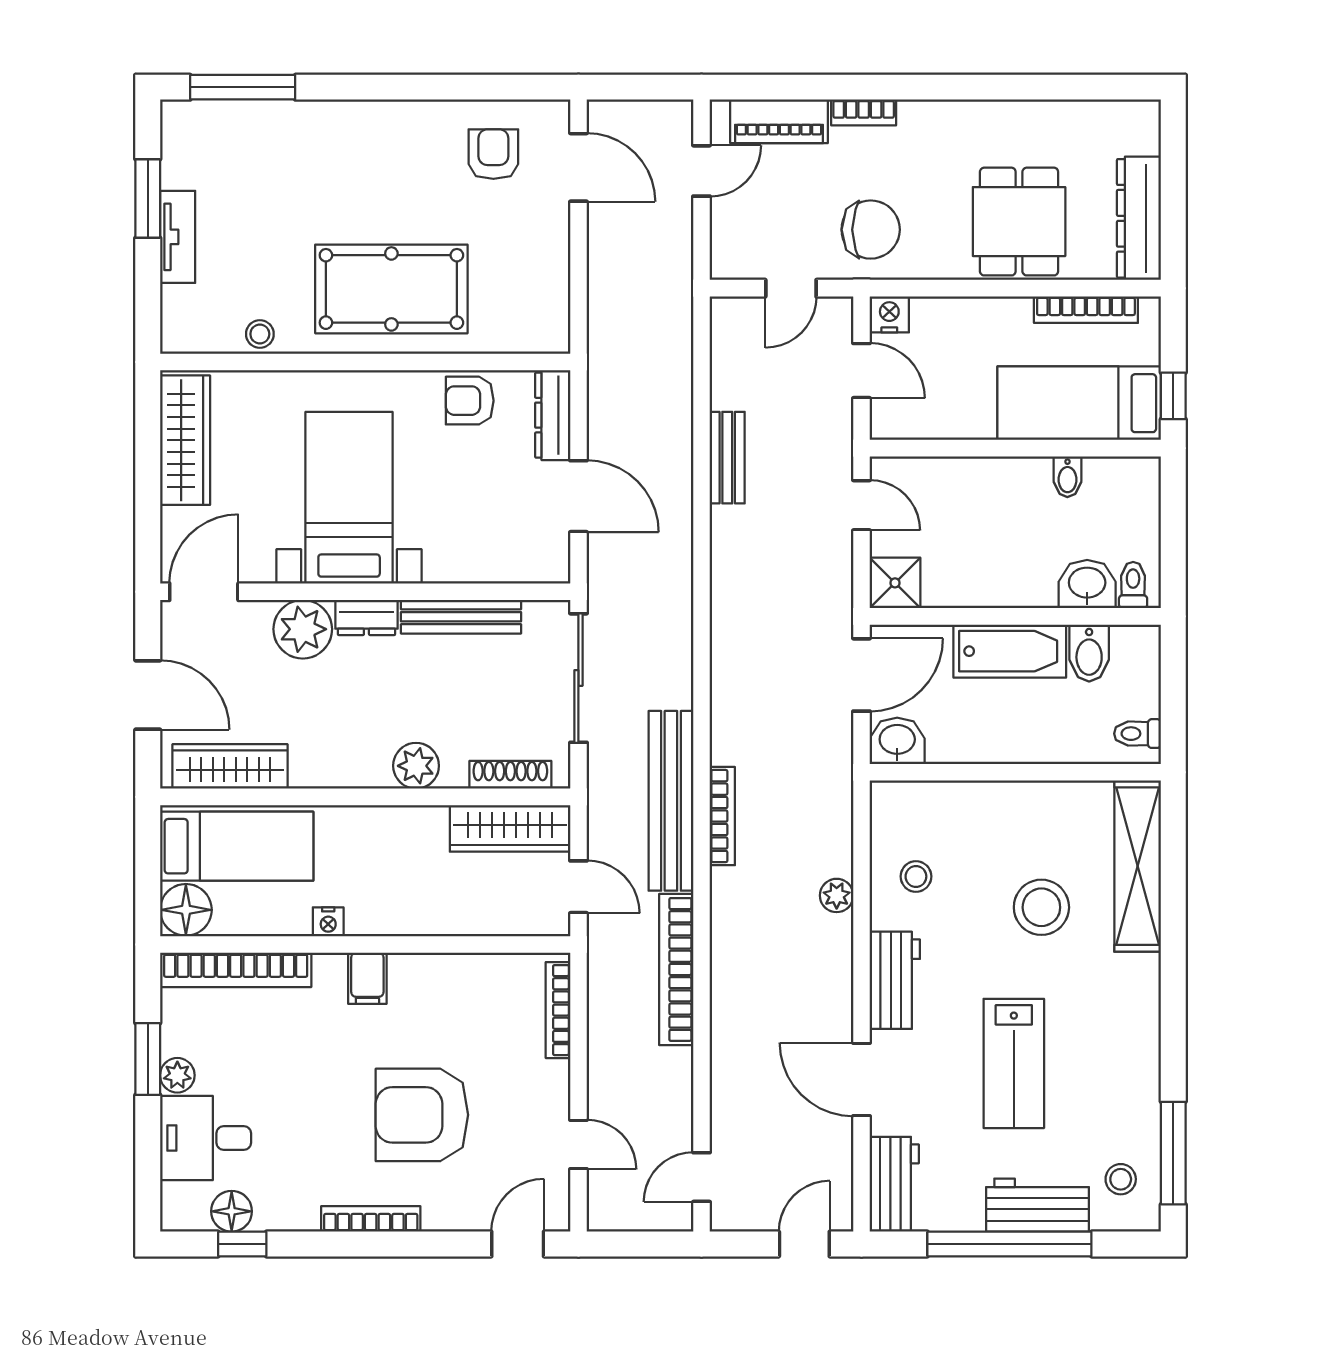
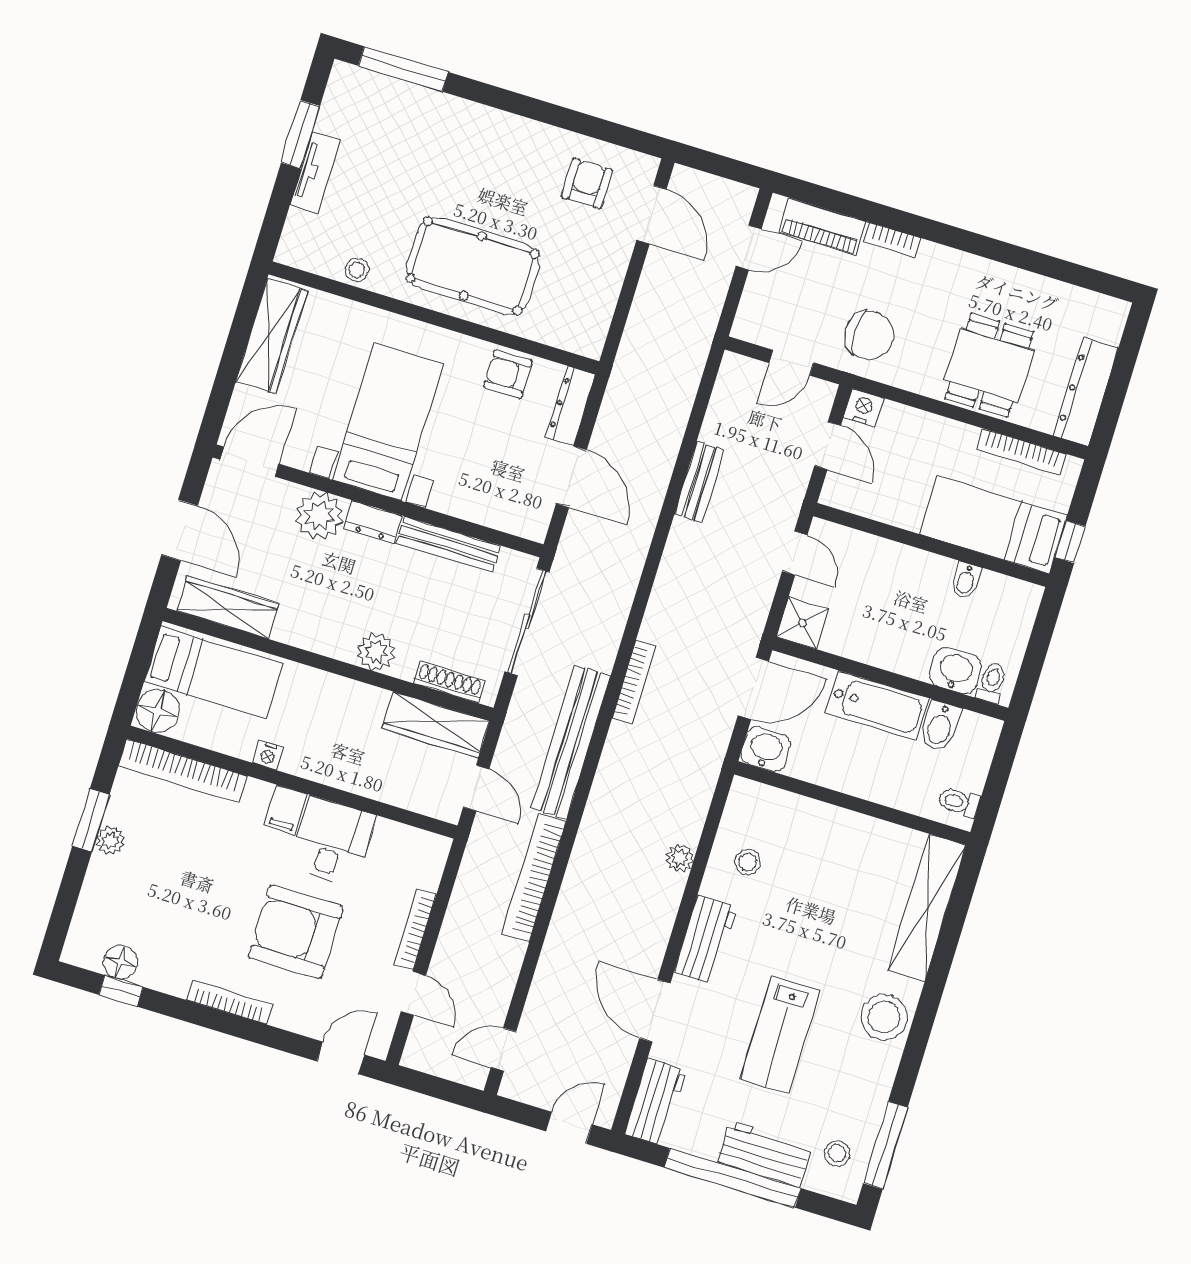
bookcase: (722, 816) -> (634, 682), moved
stool: (1041, 907) -> (884, 1017), moved
bookcase: (558, 1010) -> (415, 929), moved
desk: (206, 1138) -> (332, 841), moved, turned 90

